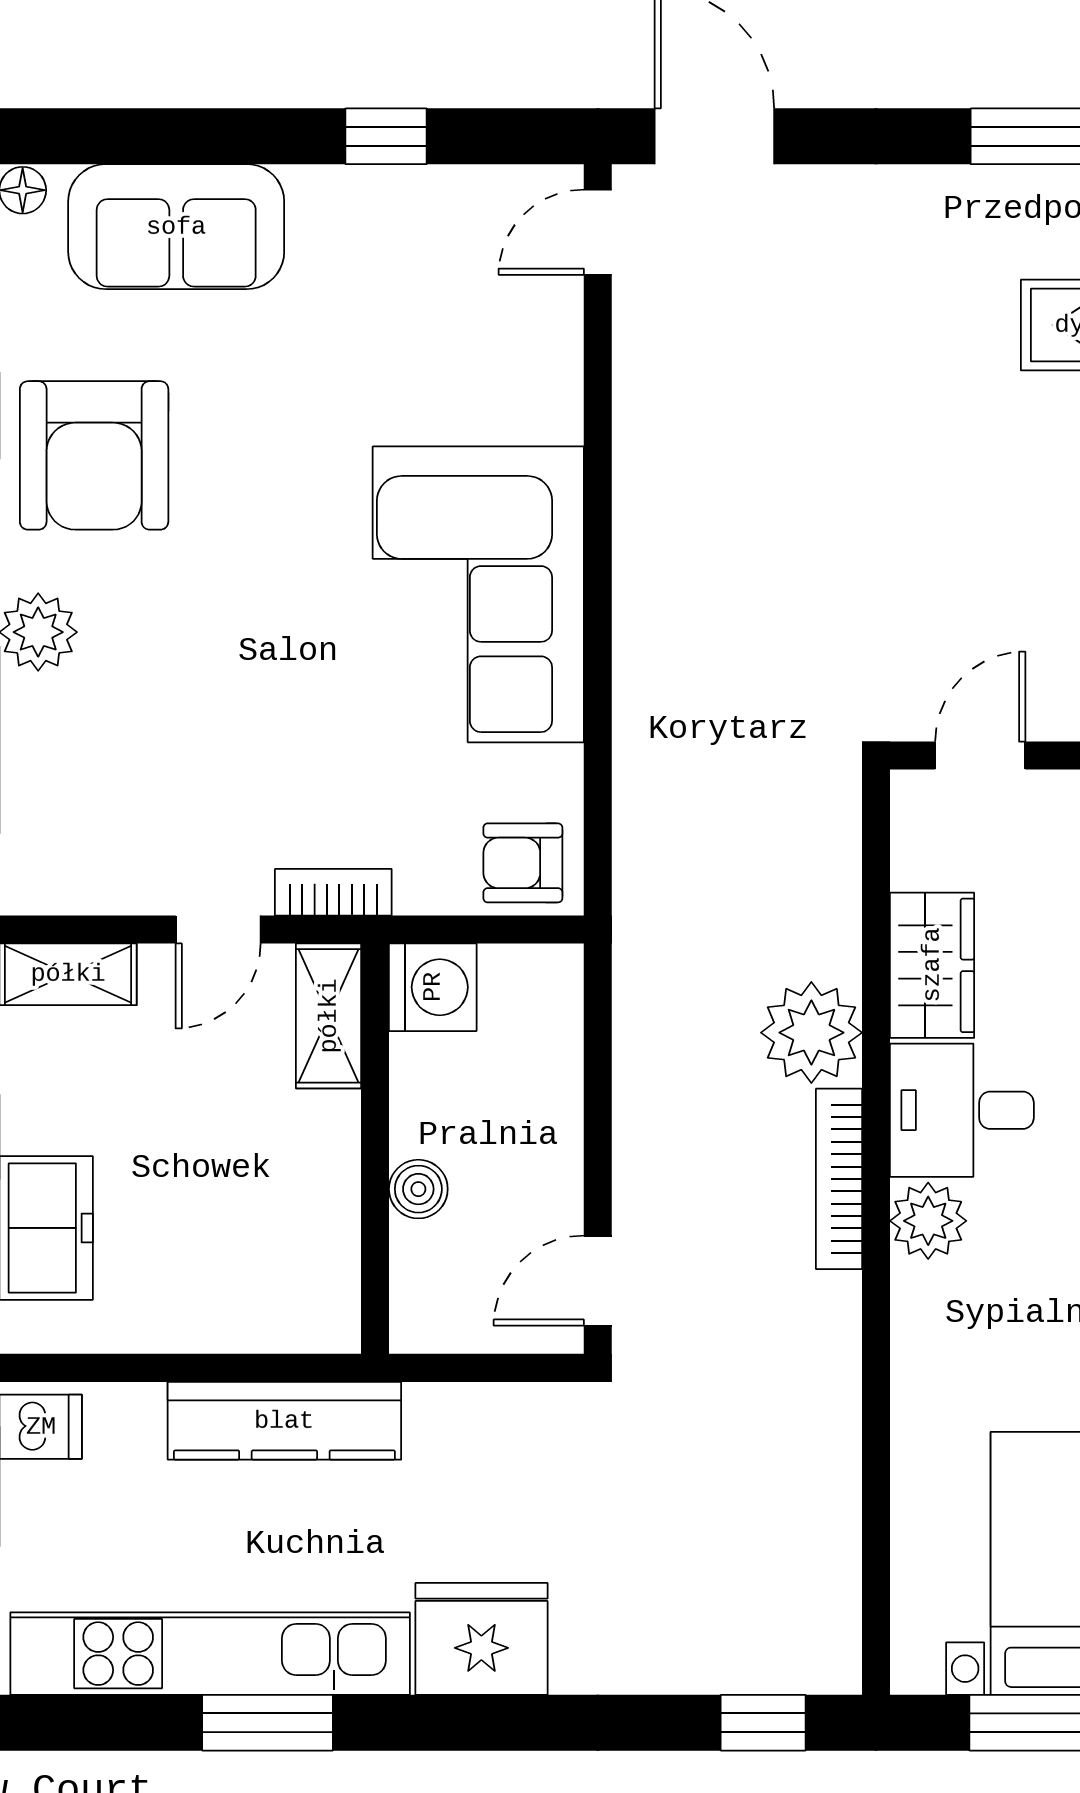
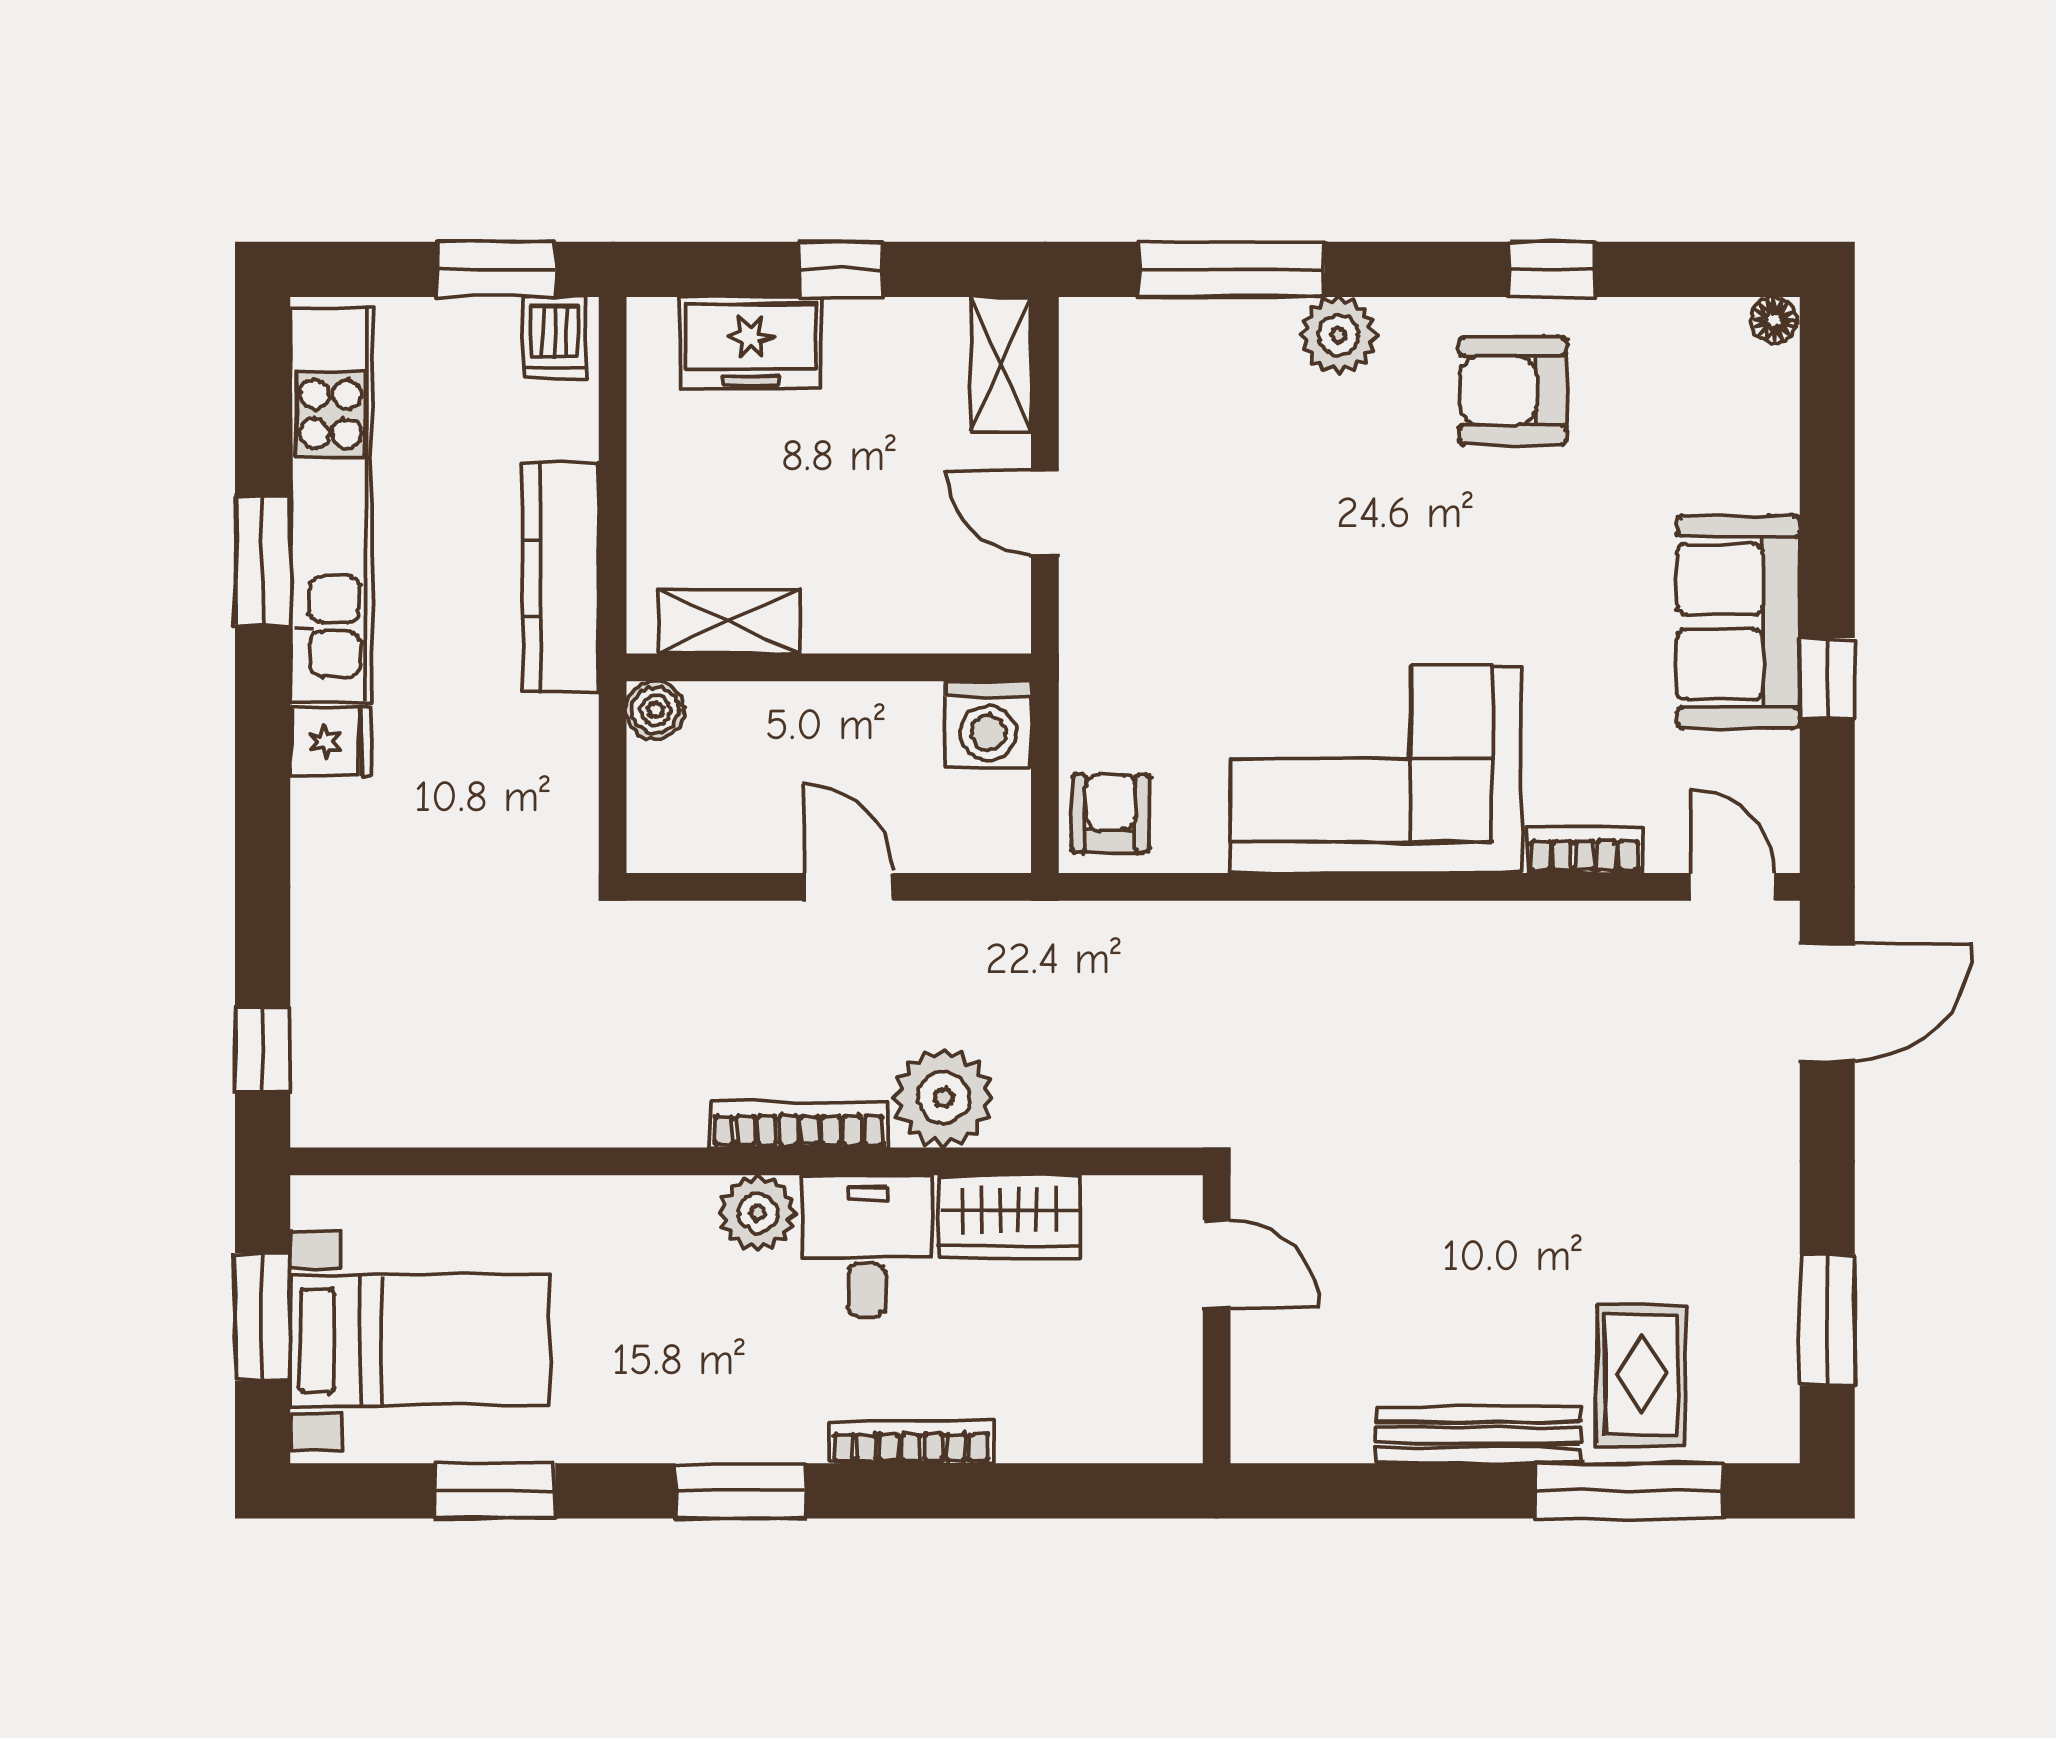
sofa: (176, 227) -> (1738, 622), moved
armchair: (94, 455) -> (1513, 390), width x0.73, depth x0.73
bookcase: (333, 892) -> (1585, 850), moved, turned -90
shelving: (329, 1016) -> (729, 621), moved
boiler: (418, 1189) -> (655, 710), moved
door: (598, 1281) -> (848, 887), moved
fridge: (481, 1639) -> (331, 742), width x0.53, depth x0.75

